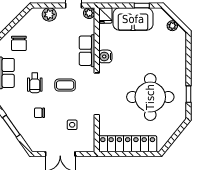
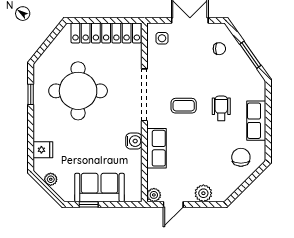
fridge: (105, 15) -> (43, 150), moved, turned 90
chair: (39, 113) -> (219, 49), moved
side table: (72, 125) -> (162, 38), moved

